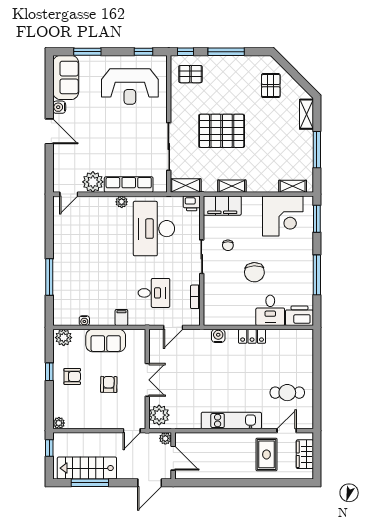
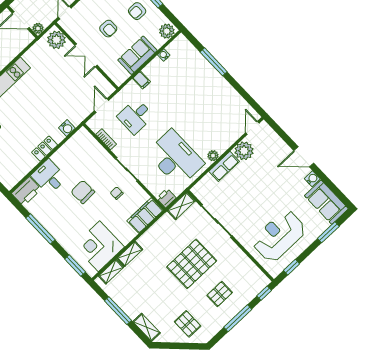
pallet: (190, 74) -> (220, 294), moved
row of seats: (129, 185) -> (224, 166), width x0.68
shelving: (232, 186) -> (130, 254), moved

